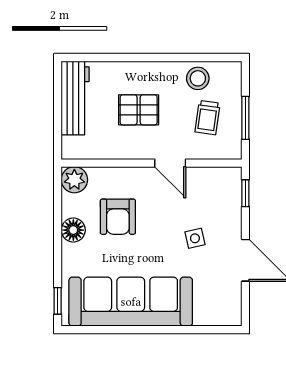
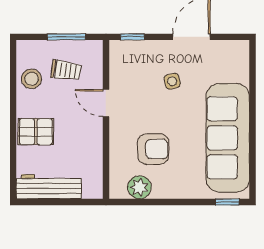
pallet: (139, 110) -> (36, 132), moved, turned 90
door: (170, 163) -> (106, 103), swing flipped
plant: (74, 180) -> (139, 187), moved
floor lamp: (73, 230) -> (165, 188), removed

